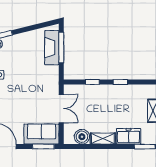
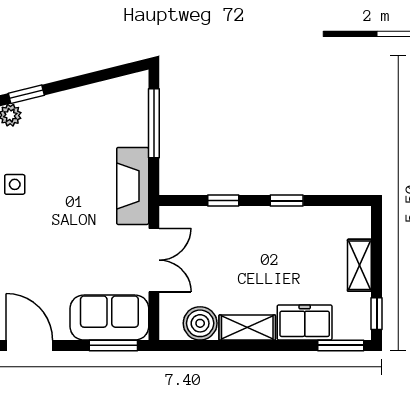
fireplace: (52, 48) -> (133, 186), moved

